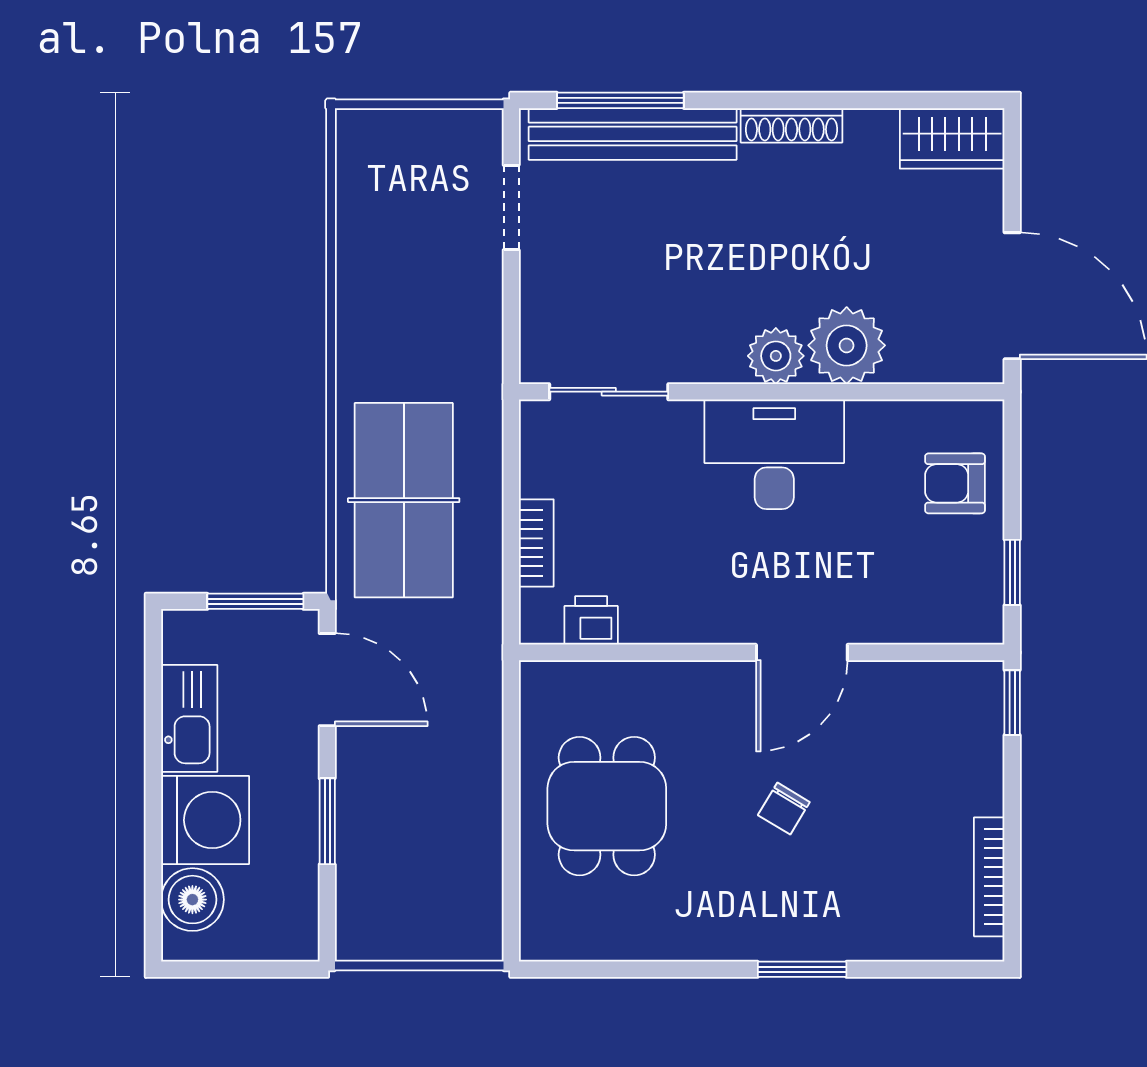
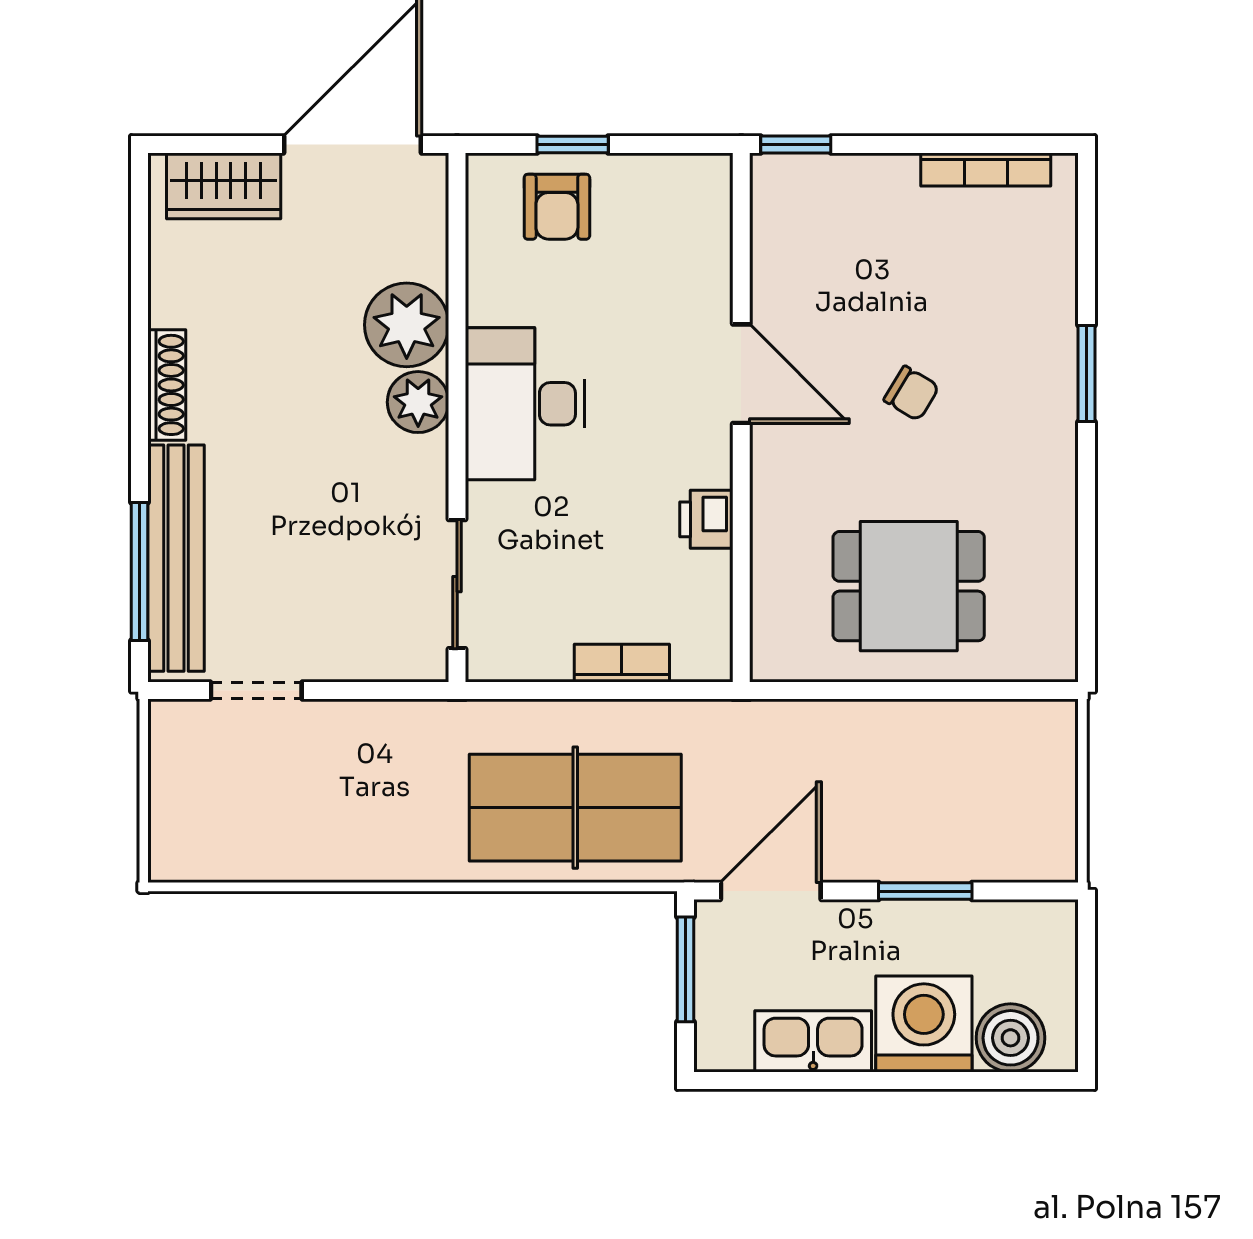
wardrobe: (952, 138) -> (224, 186), moved, turned 90
window: (1012, 572) -> (573, 145), moved
printer: (591, 620) -> (706, 519), moved

